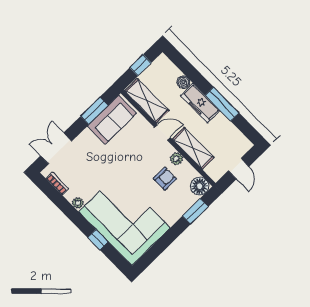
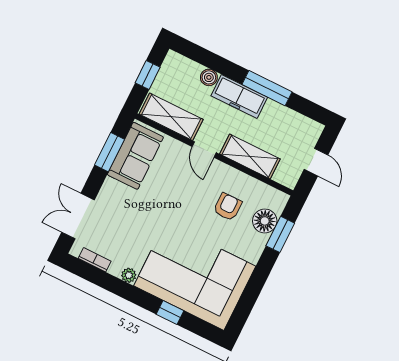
door: (162, 132) -> (204, 150), swing flipped
plant: (176, 159) -> (233, 177), removed
floor lamp: (200, 186) -> (265, 221), moved

